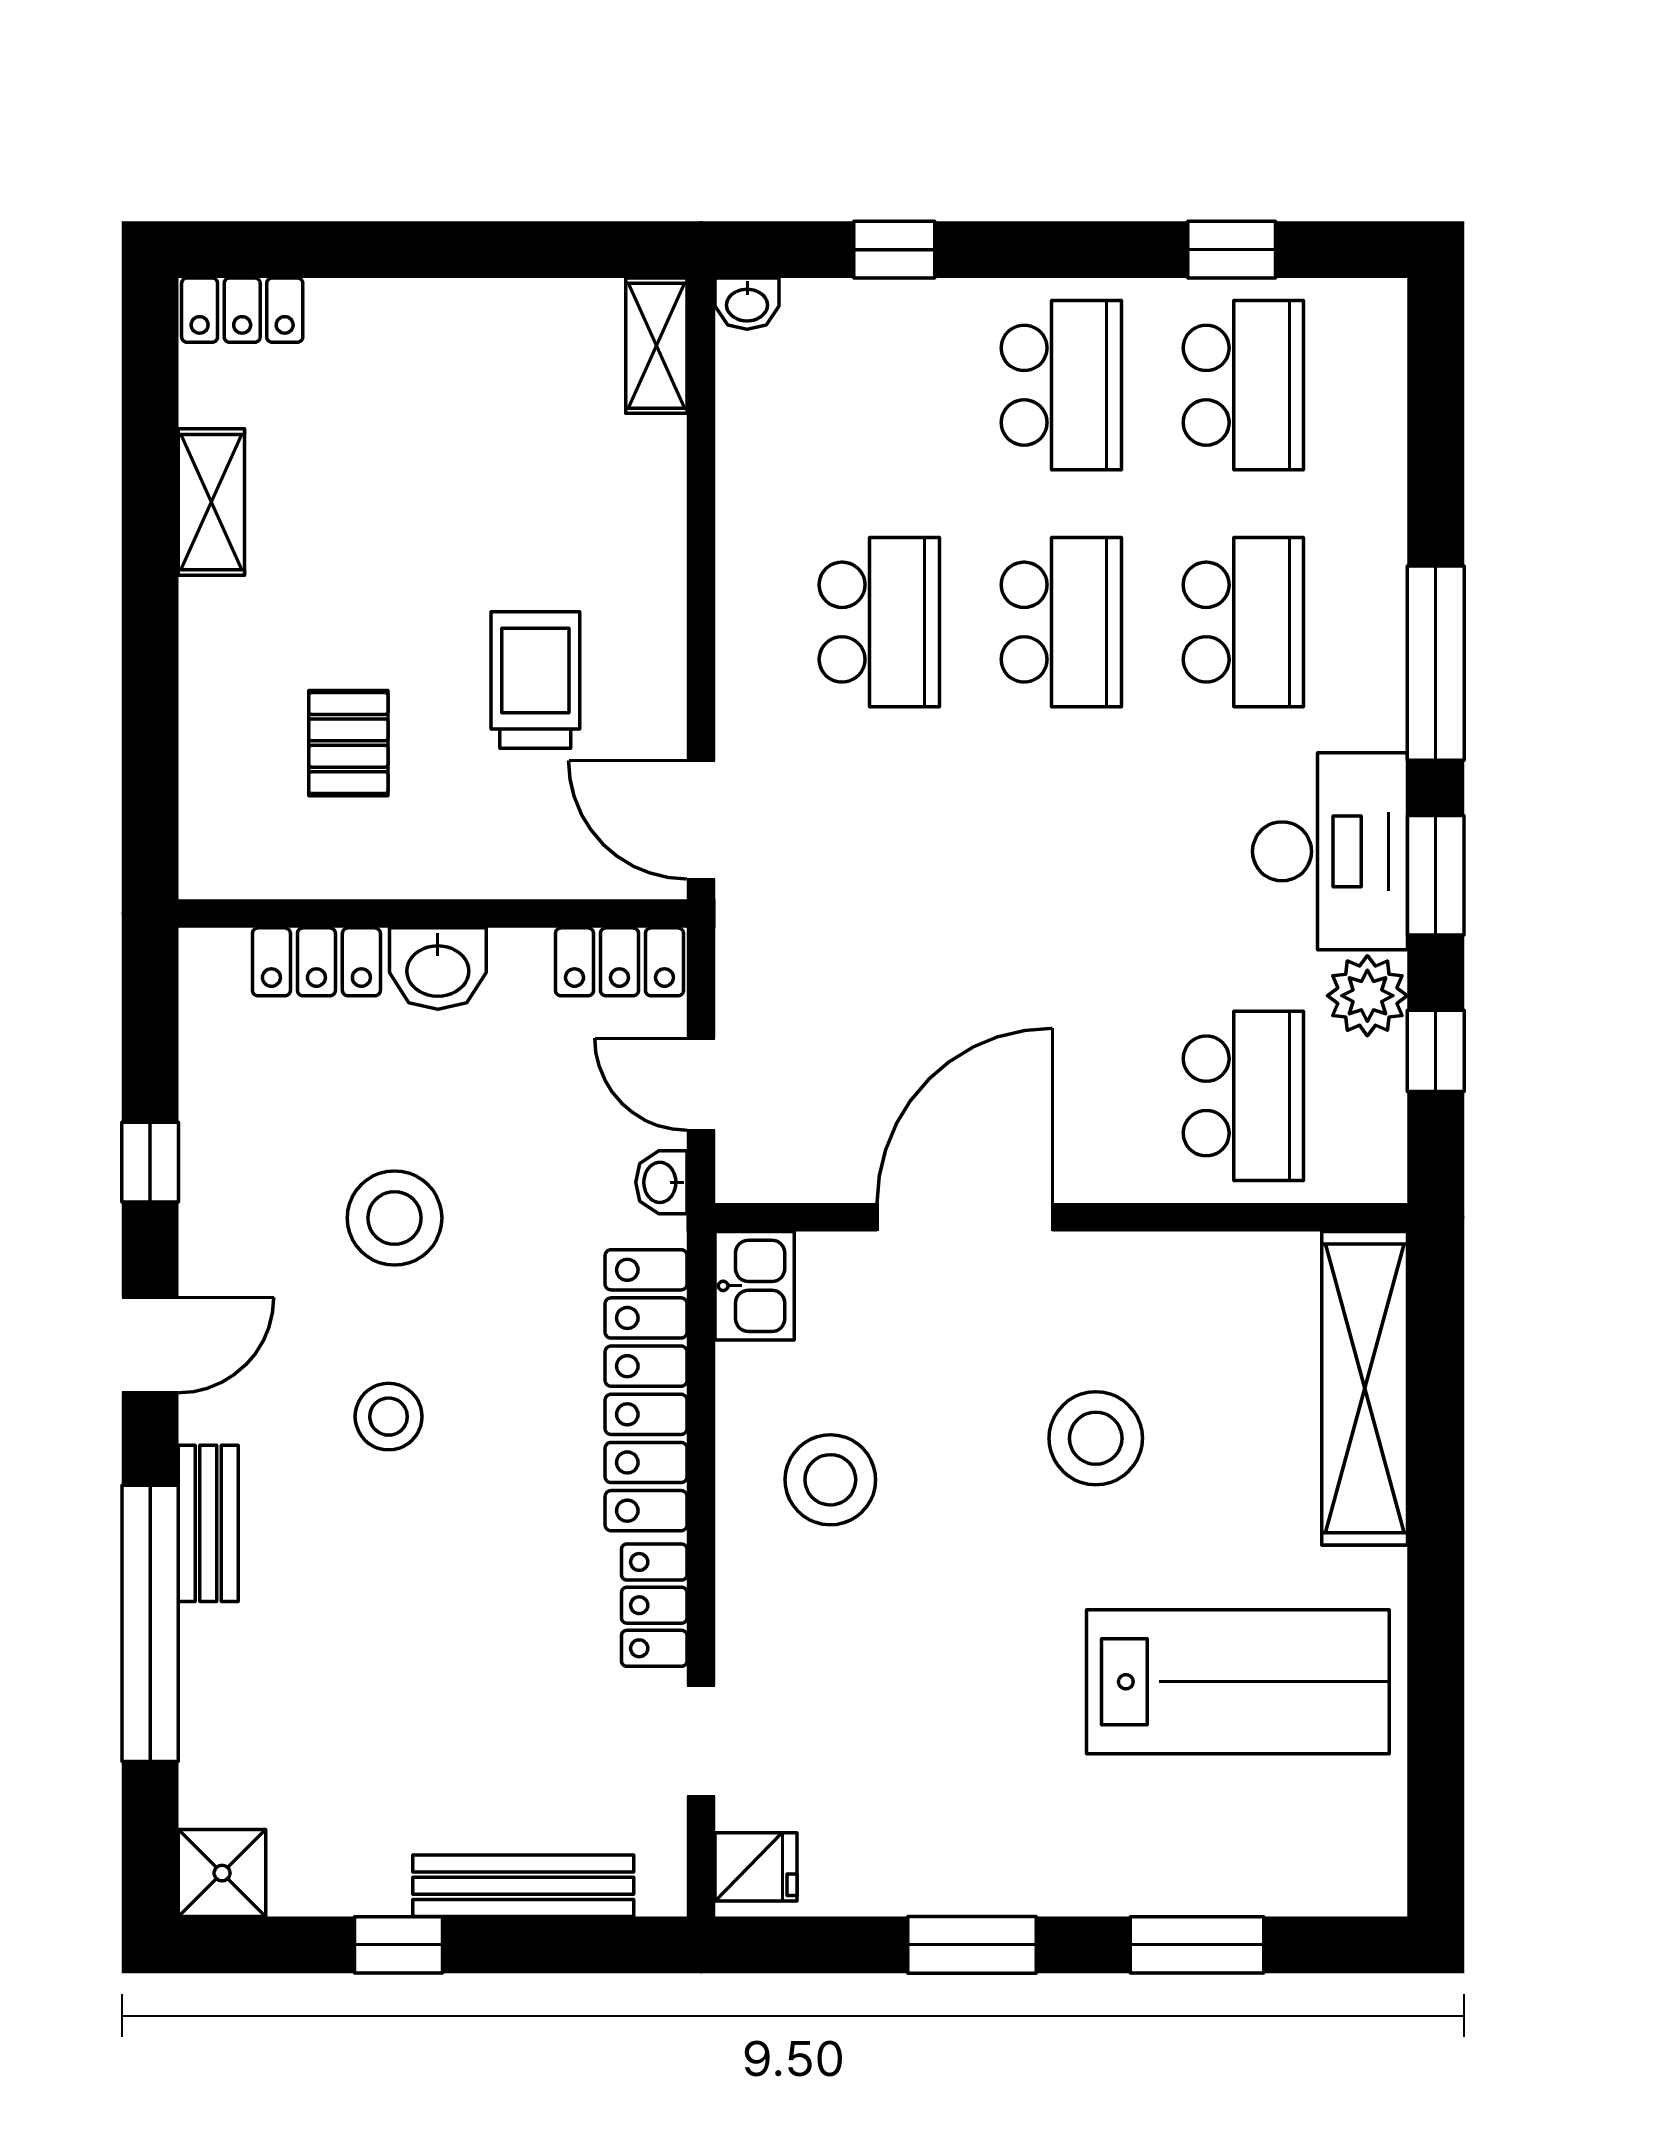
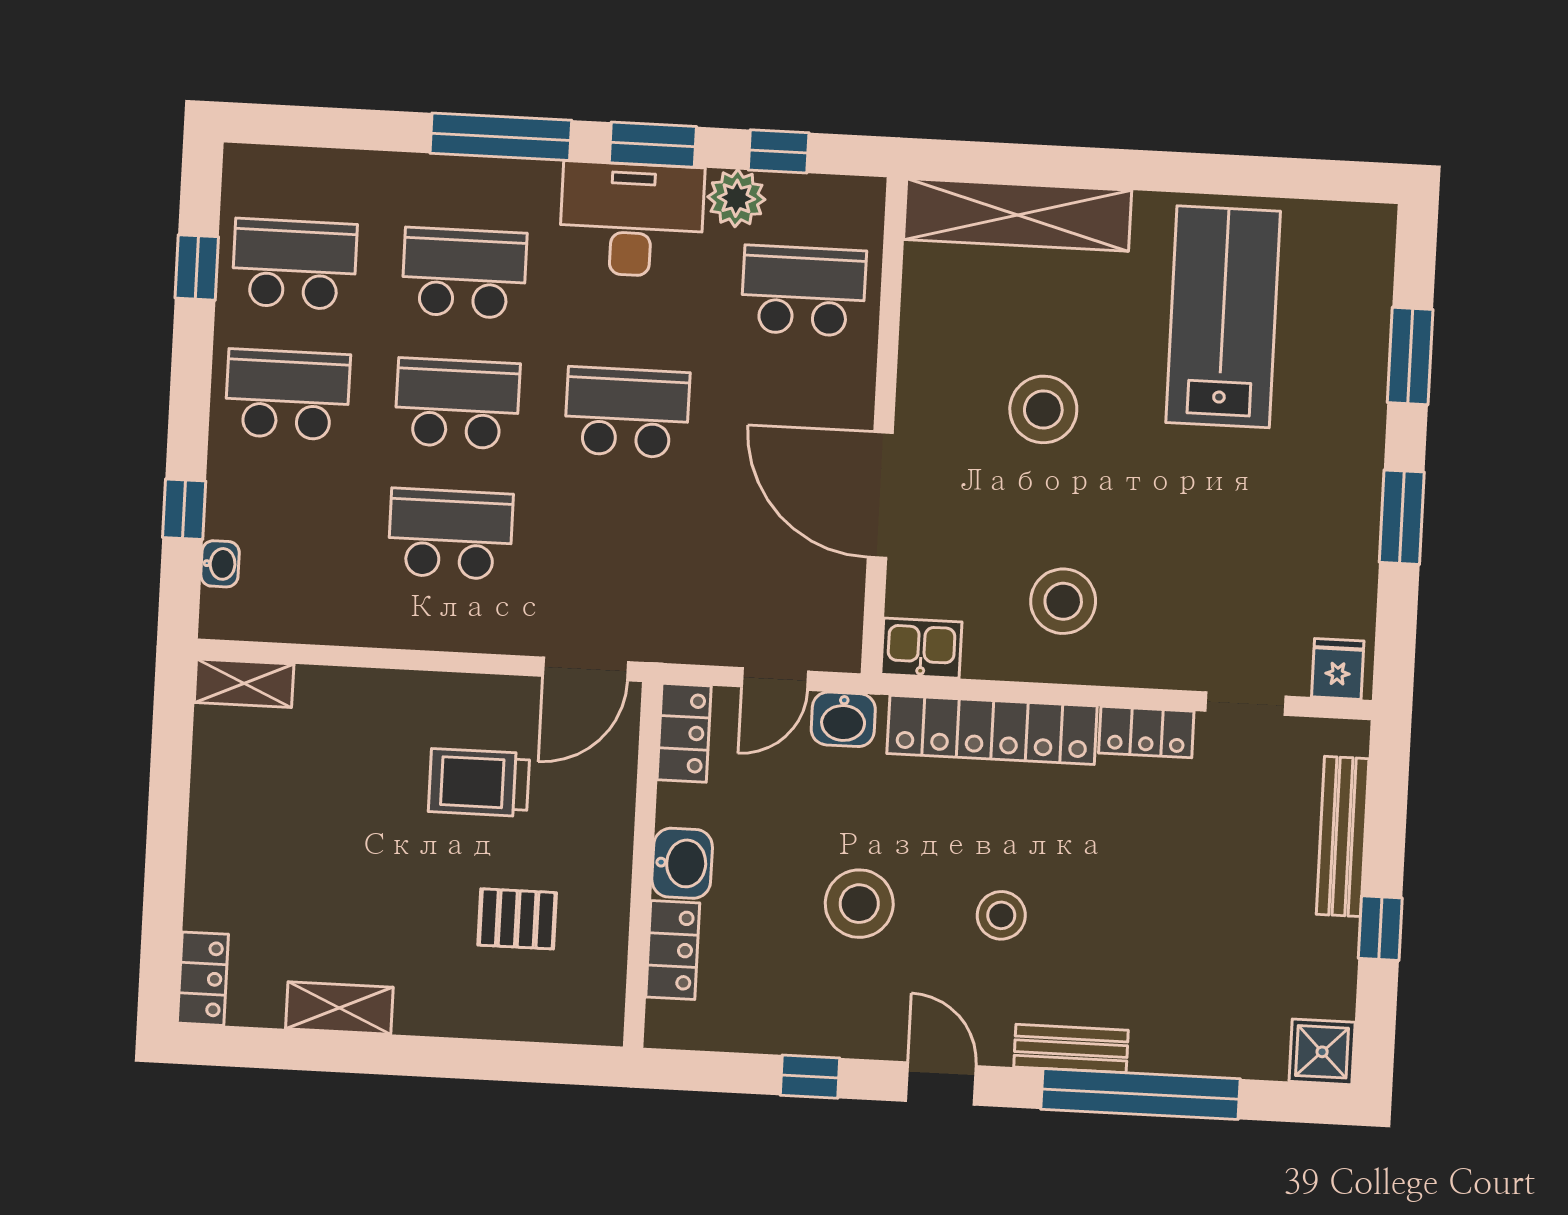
washbasin: (747, 304) -> (220, 564), moved
school desk: (1061, 859) -> (627, 412), added
washbasin: (661, 1182) -> (843, 719), width x1.38, depth x1.45

